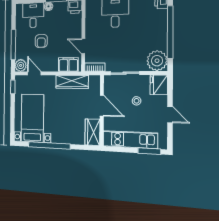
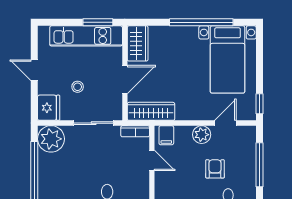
filing cabinet: (68, 64) -> (166, 135), width x0.50
plant: (21, 65) -> (202, 135), moved
door: (34, 73) -> (225, 123), swing flipped
wardrobe: (72, 82) -> (151, 111), moved
door: (102, 106) -> (125, 80), swing flipped
window: (149, 151) -> (98, 22), moved

